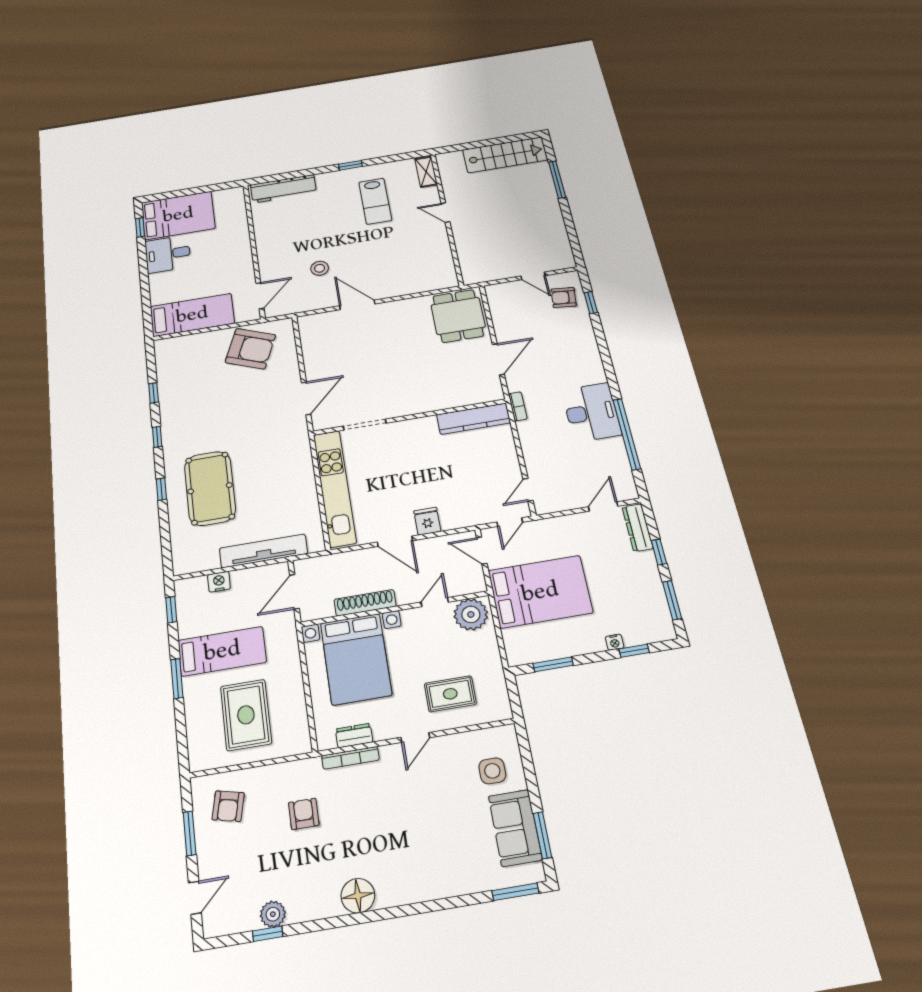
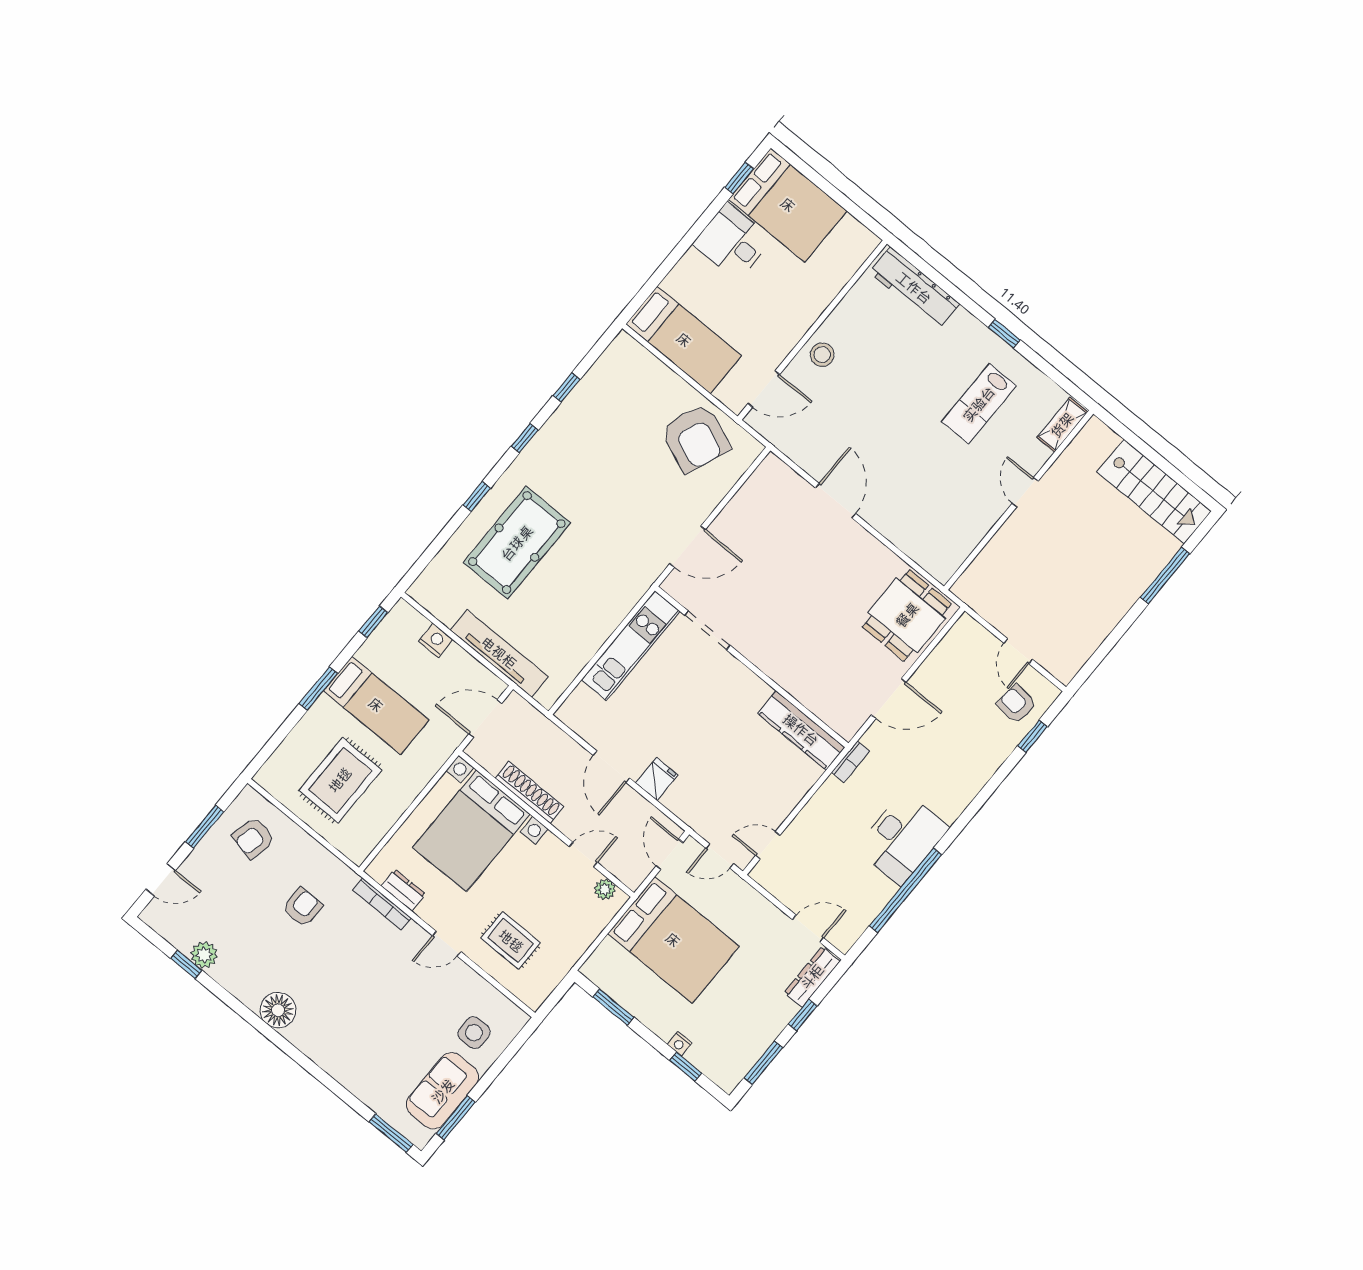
stool: (320, 268) -> (822, 355), moved
kitchen unit: (335, 488) -> (631, 646), width x0.73
plant: (471, 614) -> (605, 889), width x0.53, depth x0.53

